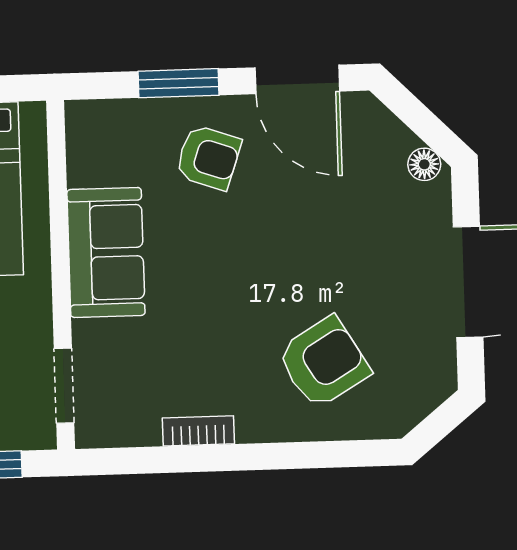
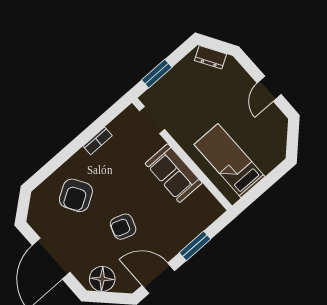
armchair: (208, 157) -> (123, 227), moved
floor lamp: (424, 164) -> (102, 279), width x1.89, depth x1.89

